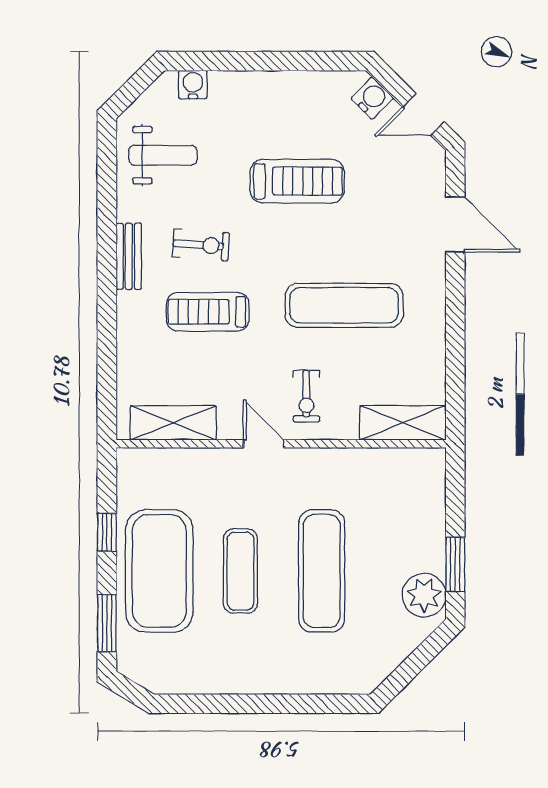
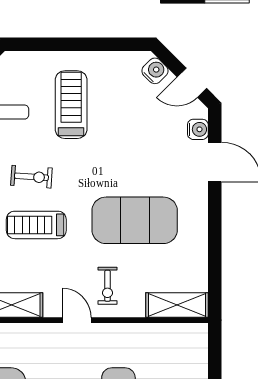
water cooler: (193, 85) -> (198, 129), moved, turned 90
treadmill: (297, 181) -> (71, 105), moved, turned -90
exercise mat: (344, 305) -> (135, 220), width x1.47

